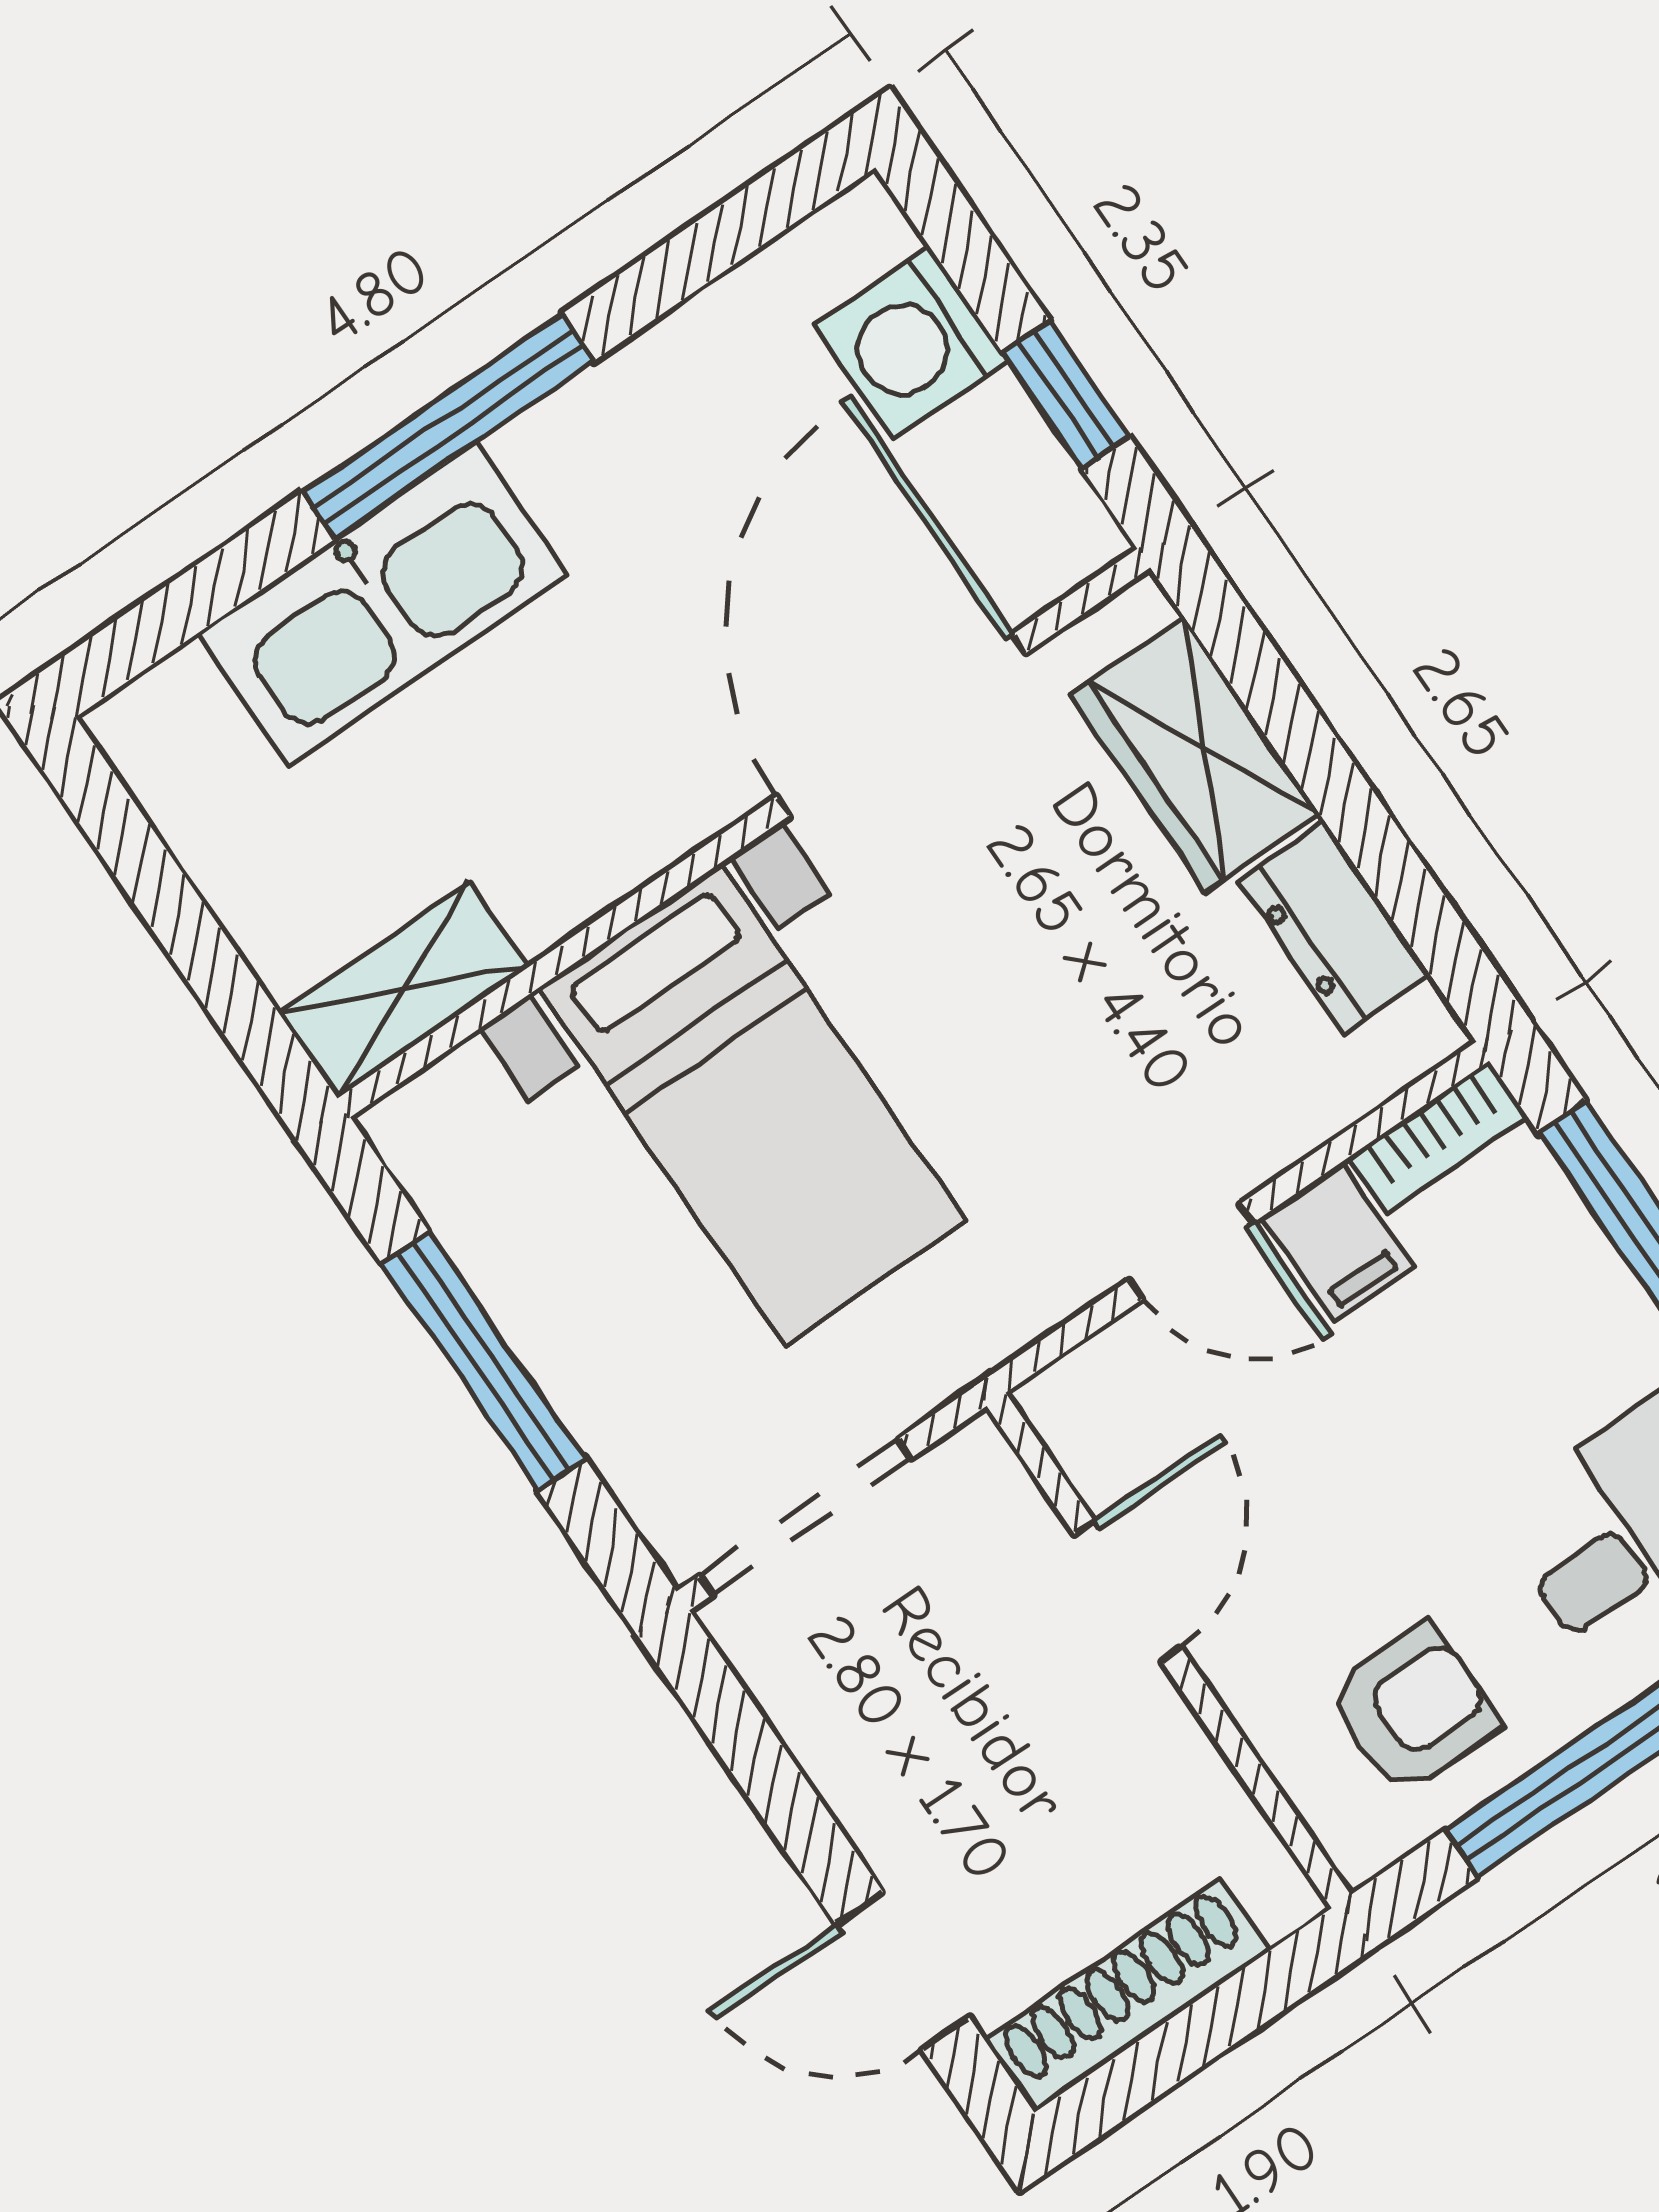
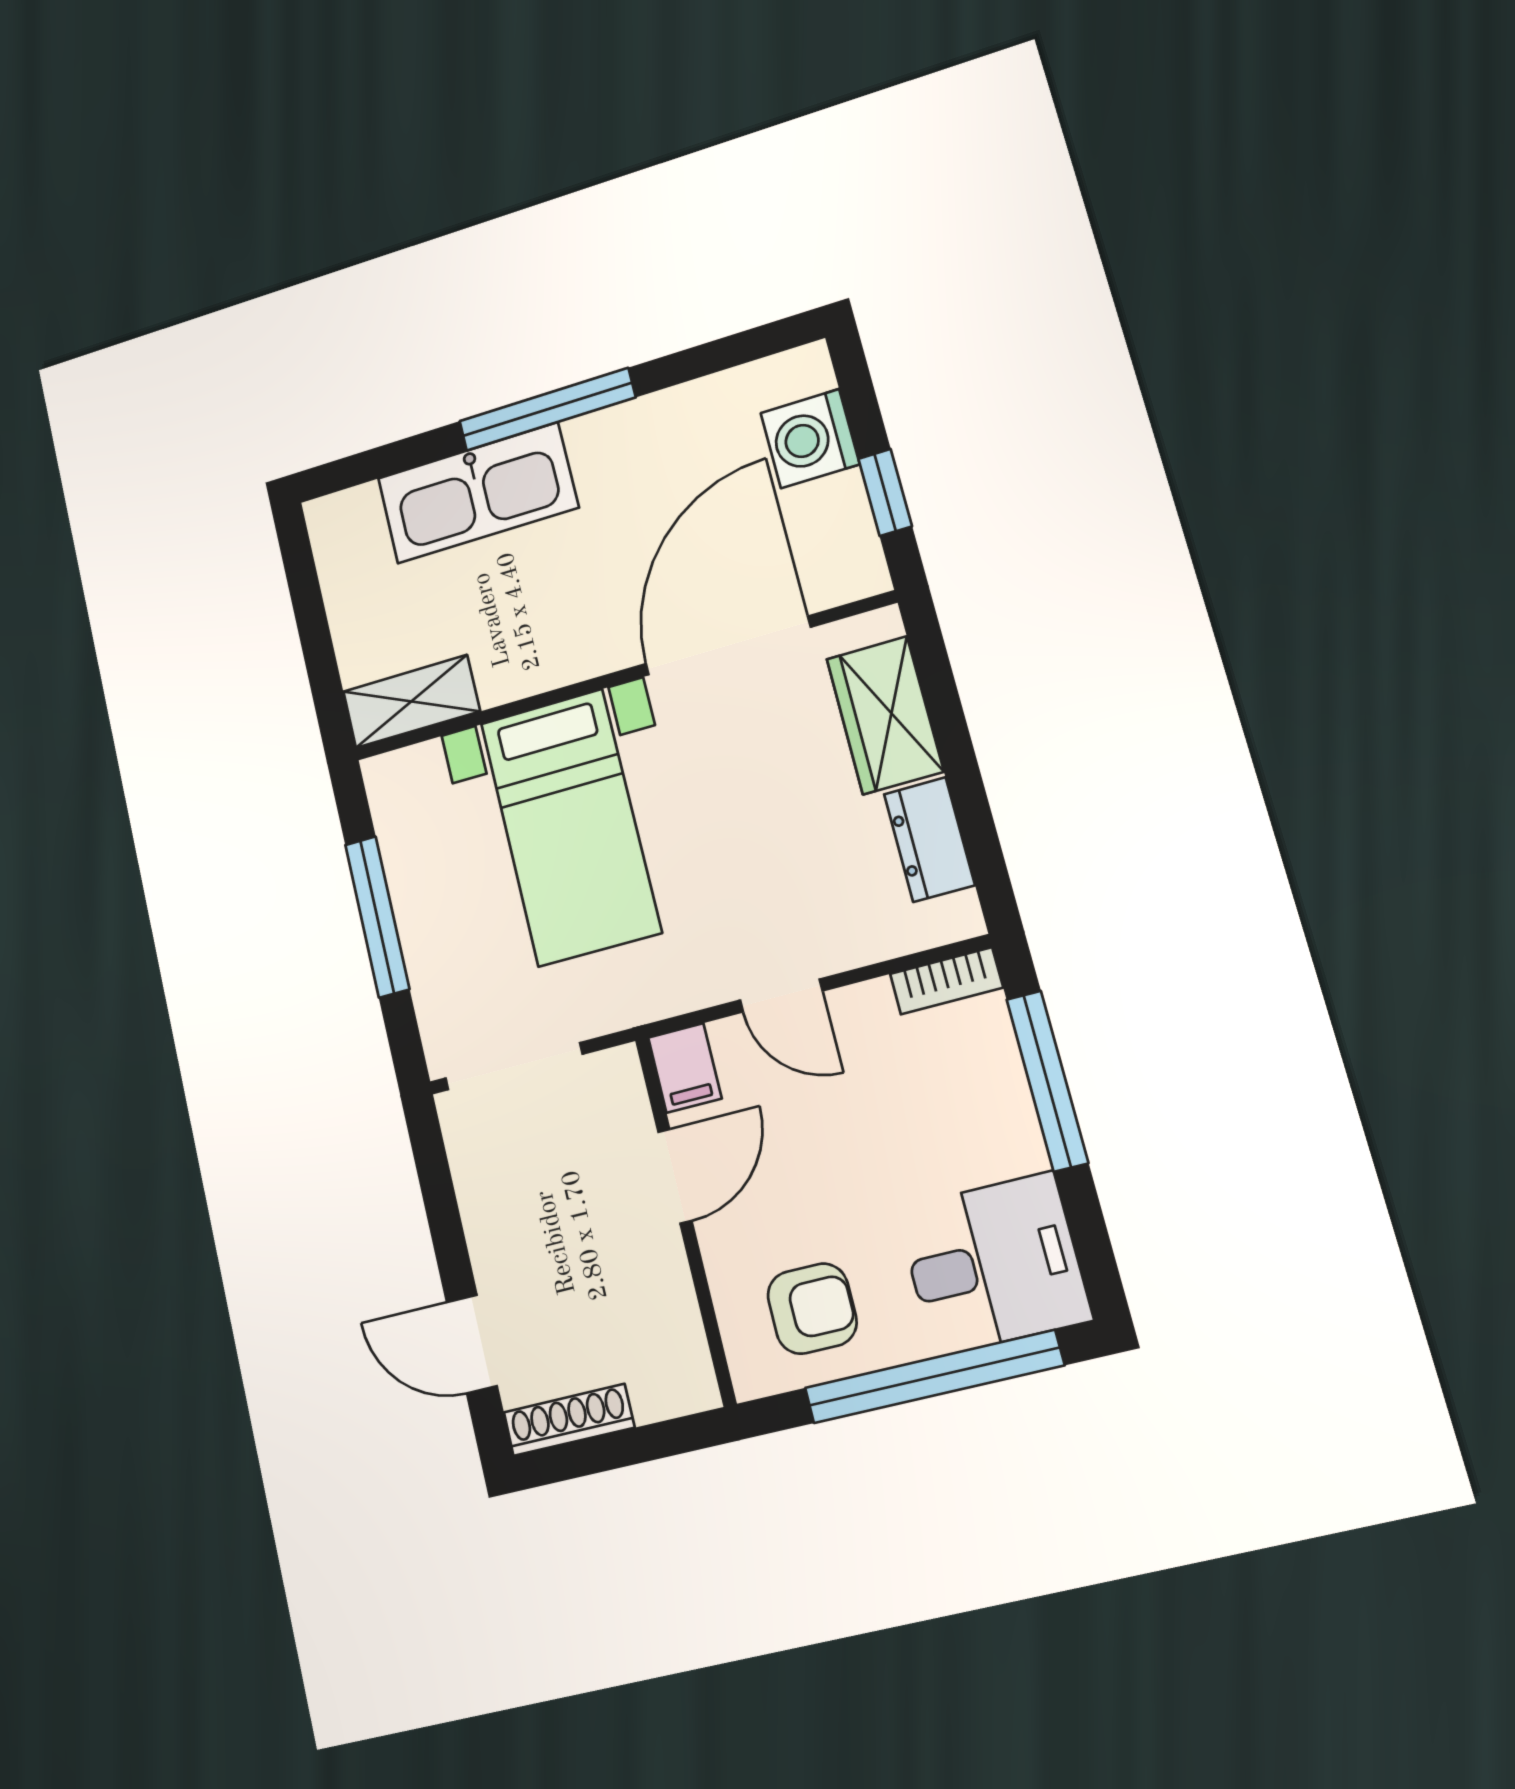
filing cabinet: (1338, 1242) -> (685, 1068), moved
shoe rack: (1127, 1995) -> (569, 1420), width x0.74, depth x0.81

